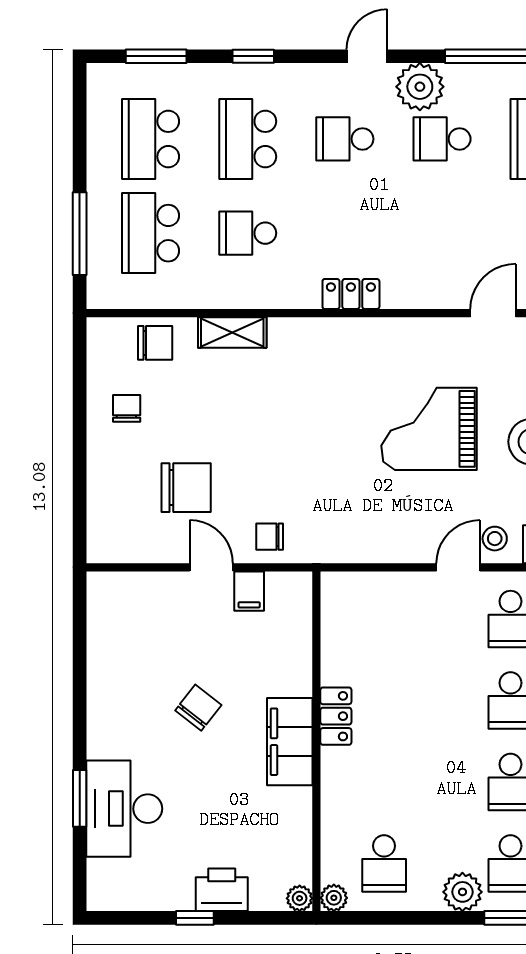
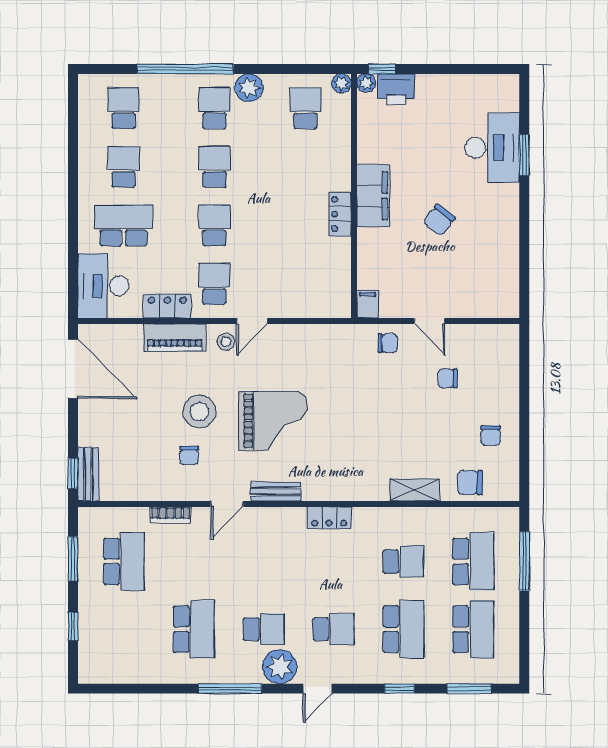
bench: (425, 330) -> (276, 491), added
chair: (186, 488) -> (448, 378), width x0.54, depth x0.54
filing cabinet: (249, 591) -> (368, 304), moved
printer: (222, 890) -> (396, 89), moved
window: (195, 918) -> (382, 69), moved

